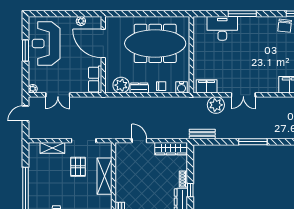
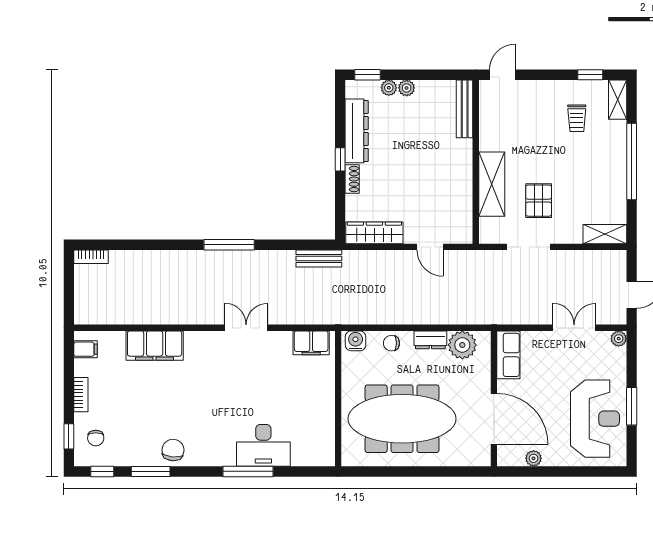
desk: (222, 28) -> (263, 445), moved
plant: (216, 105) -> (295, 310), removed
shelving: (52, 148) -> (605, 234), moved

